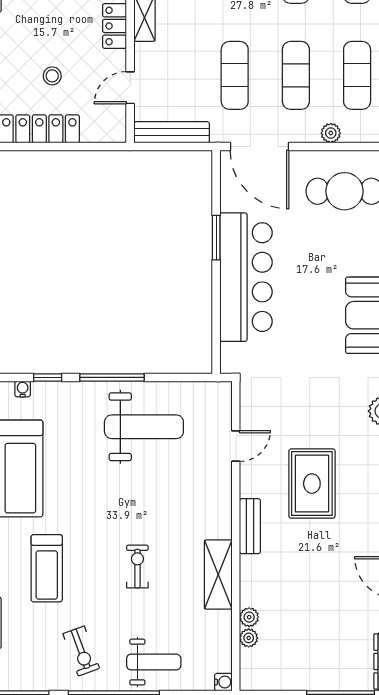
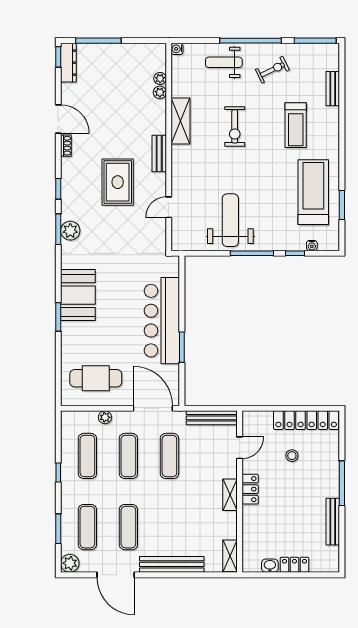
weight bench: (144, 427) -> (230, 220), turned 90
exercise bike: (137, 567) -> (235, 126), width x1.38, depth x1.39
treadmill: (47, 568) -> (296, 125), turned 180
exercise bike: (81, 651) -> (272, 70), turned 84

